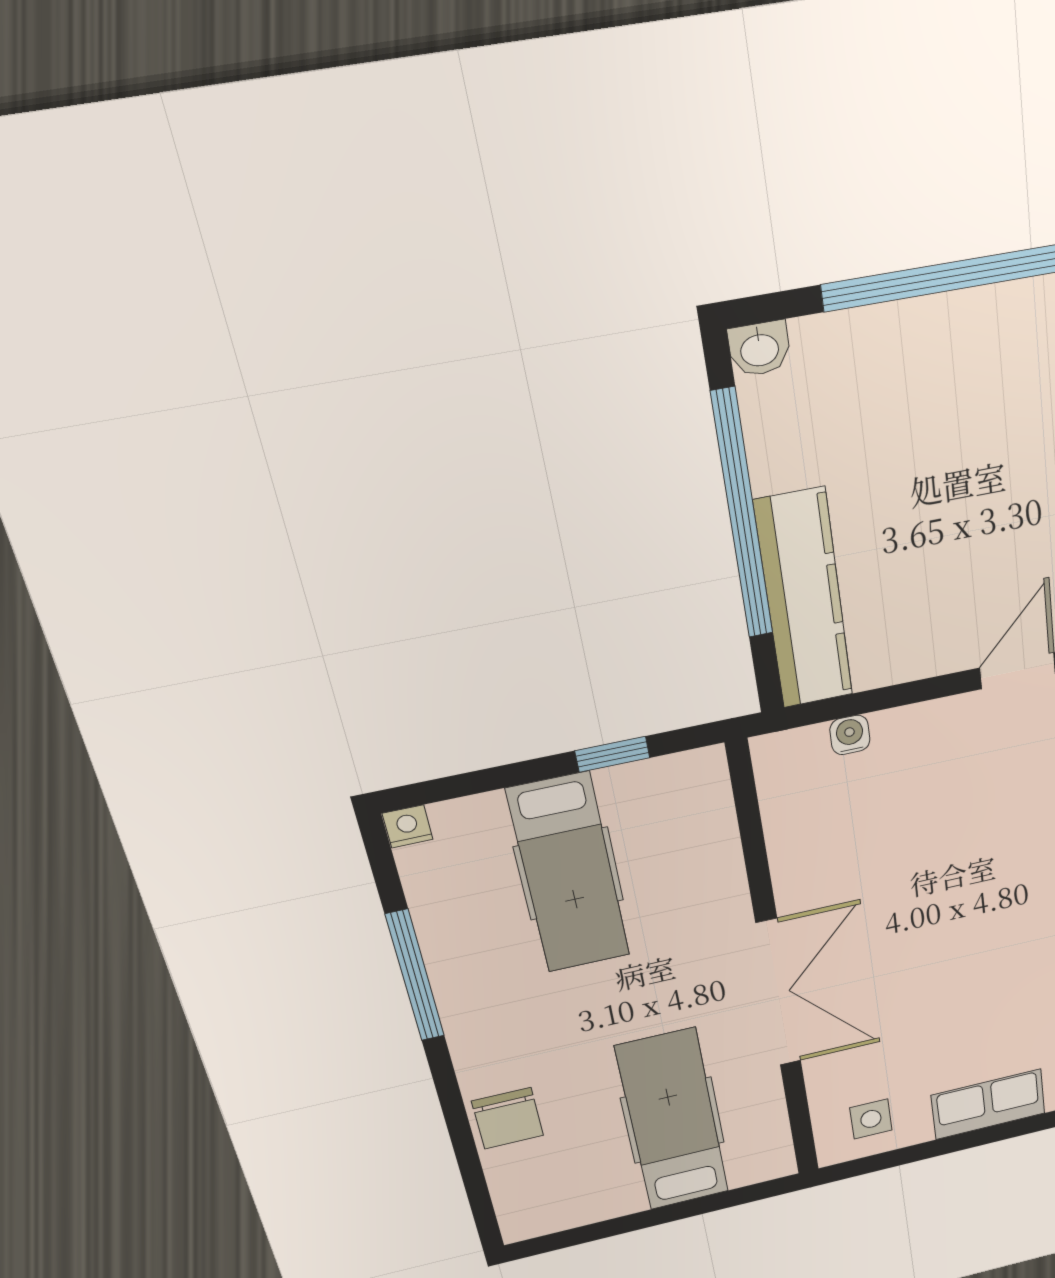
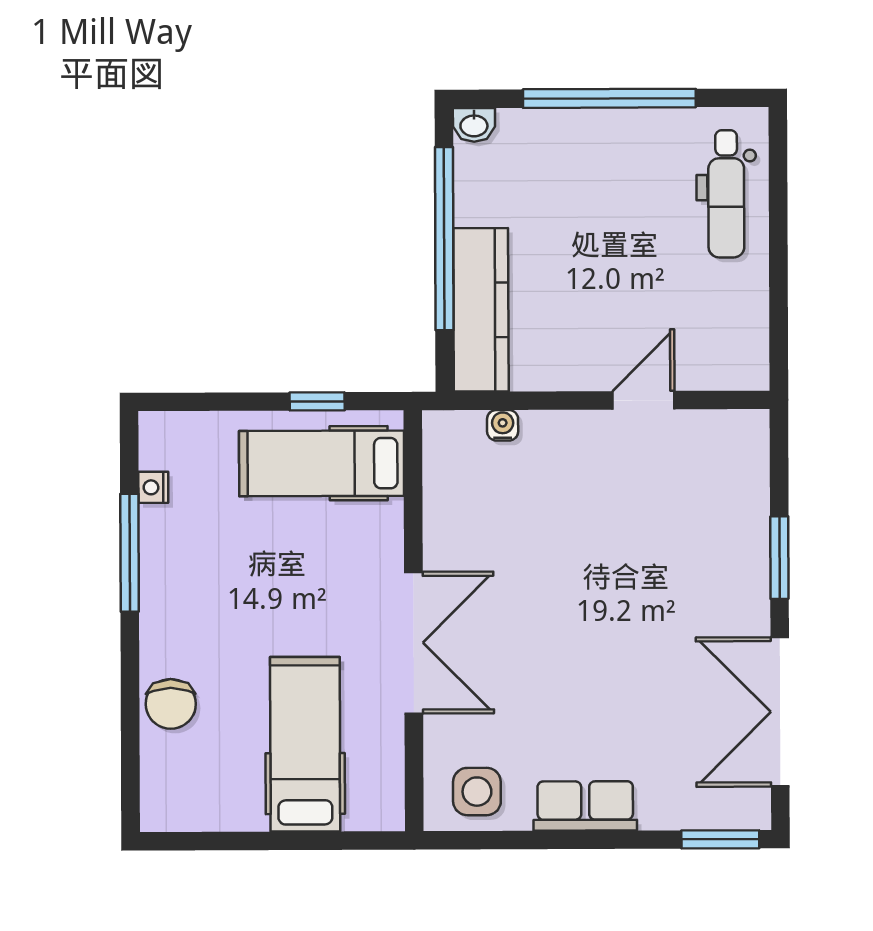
nightstand: (408, 826) -> (153, 487), moved, turned -90
hospital bed: (569, 874) -> (322, 463), moved, turned 90
side table: (871, 1119) -> (477, 792), width x1.37, depth x1.37

